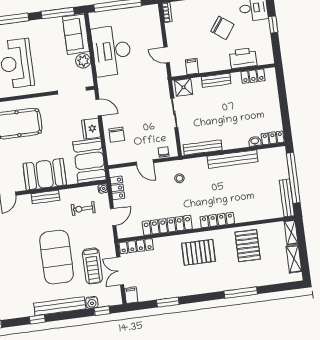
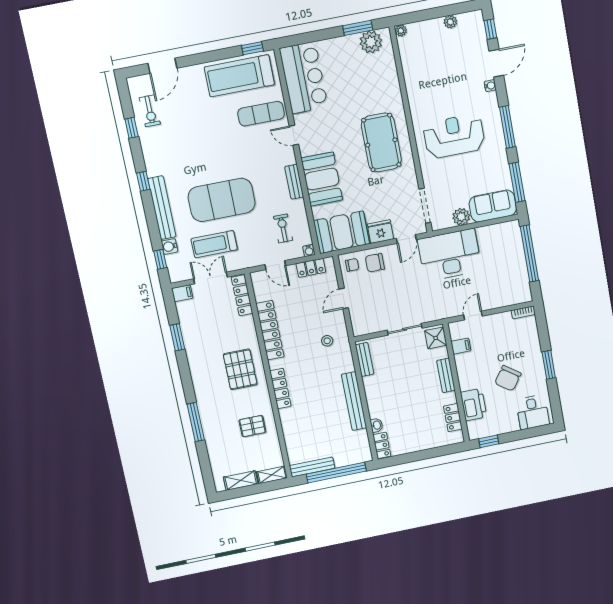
window: (273, 25) -> (489, 441), moved
desk: (112, 51) -> (450, 255), moved
bench: (203, 147) -> (364, 359), width x0.73
chair: (164, 152) -> (352, 265), moved
pallet: (248, 246) -> (252, 426), width x0.67, depth x0.71

